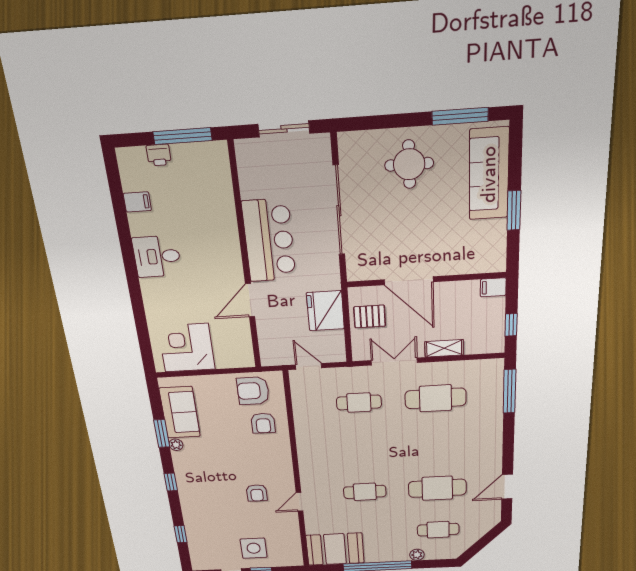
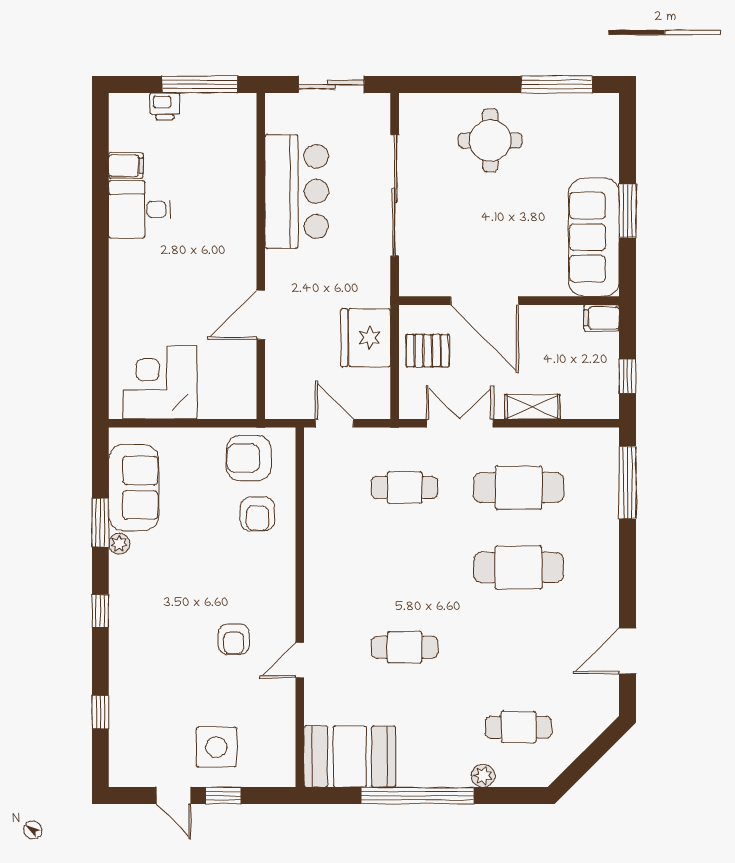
sofa: (489, 174) -> (594, 237), moved
bar counter: (269, 241) -> (297, 191), moved
desk: (157, 257) -> (140, 209), moved
cafe table: (437, 488) -> (519, 567), moved

